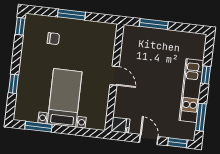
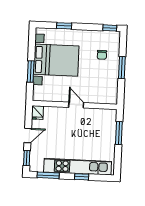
door: (115, 76) -> (76, 105), swing flipped
kitchen unit: (191, 91) -> (78, 167), width x1.36
bed with nightstands: (65, 98) -> (56, 60), width x1.36
window: (38, 127) -> (31, 72), moved

